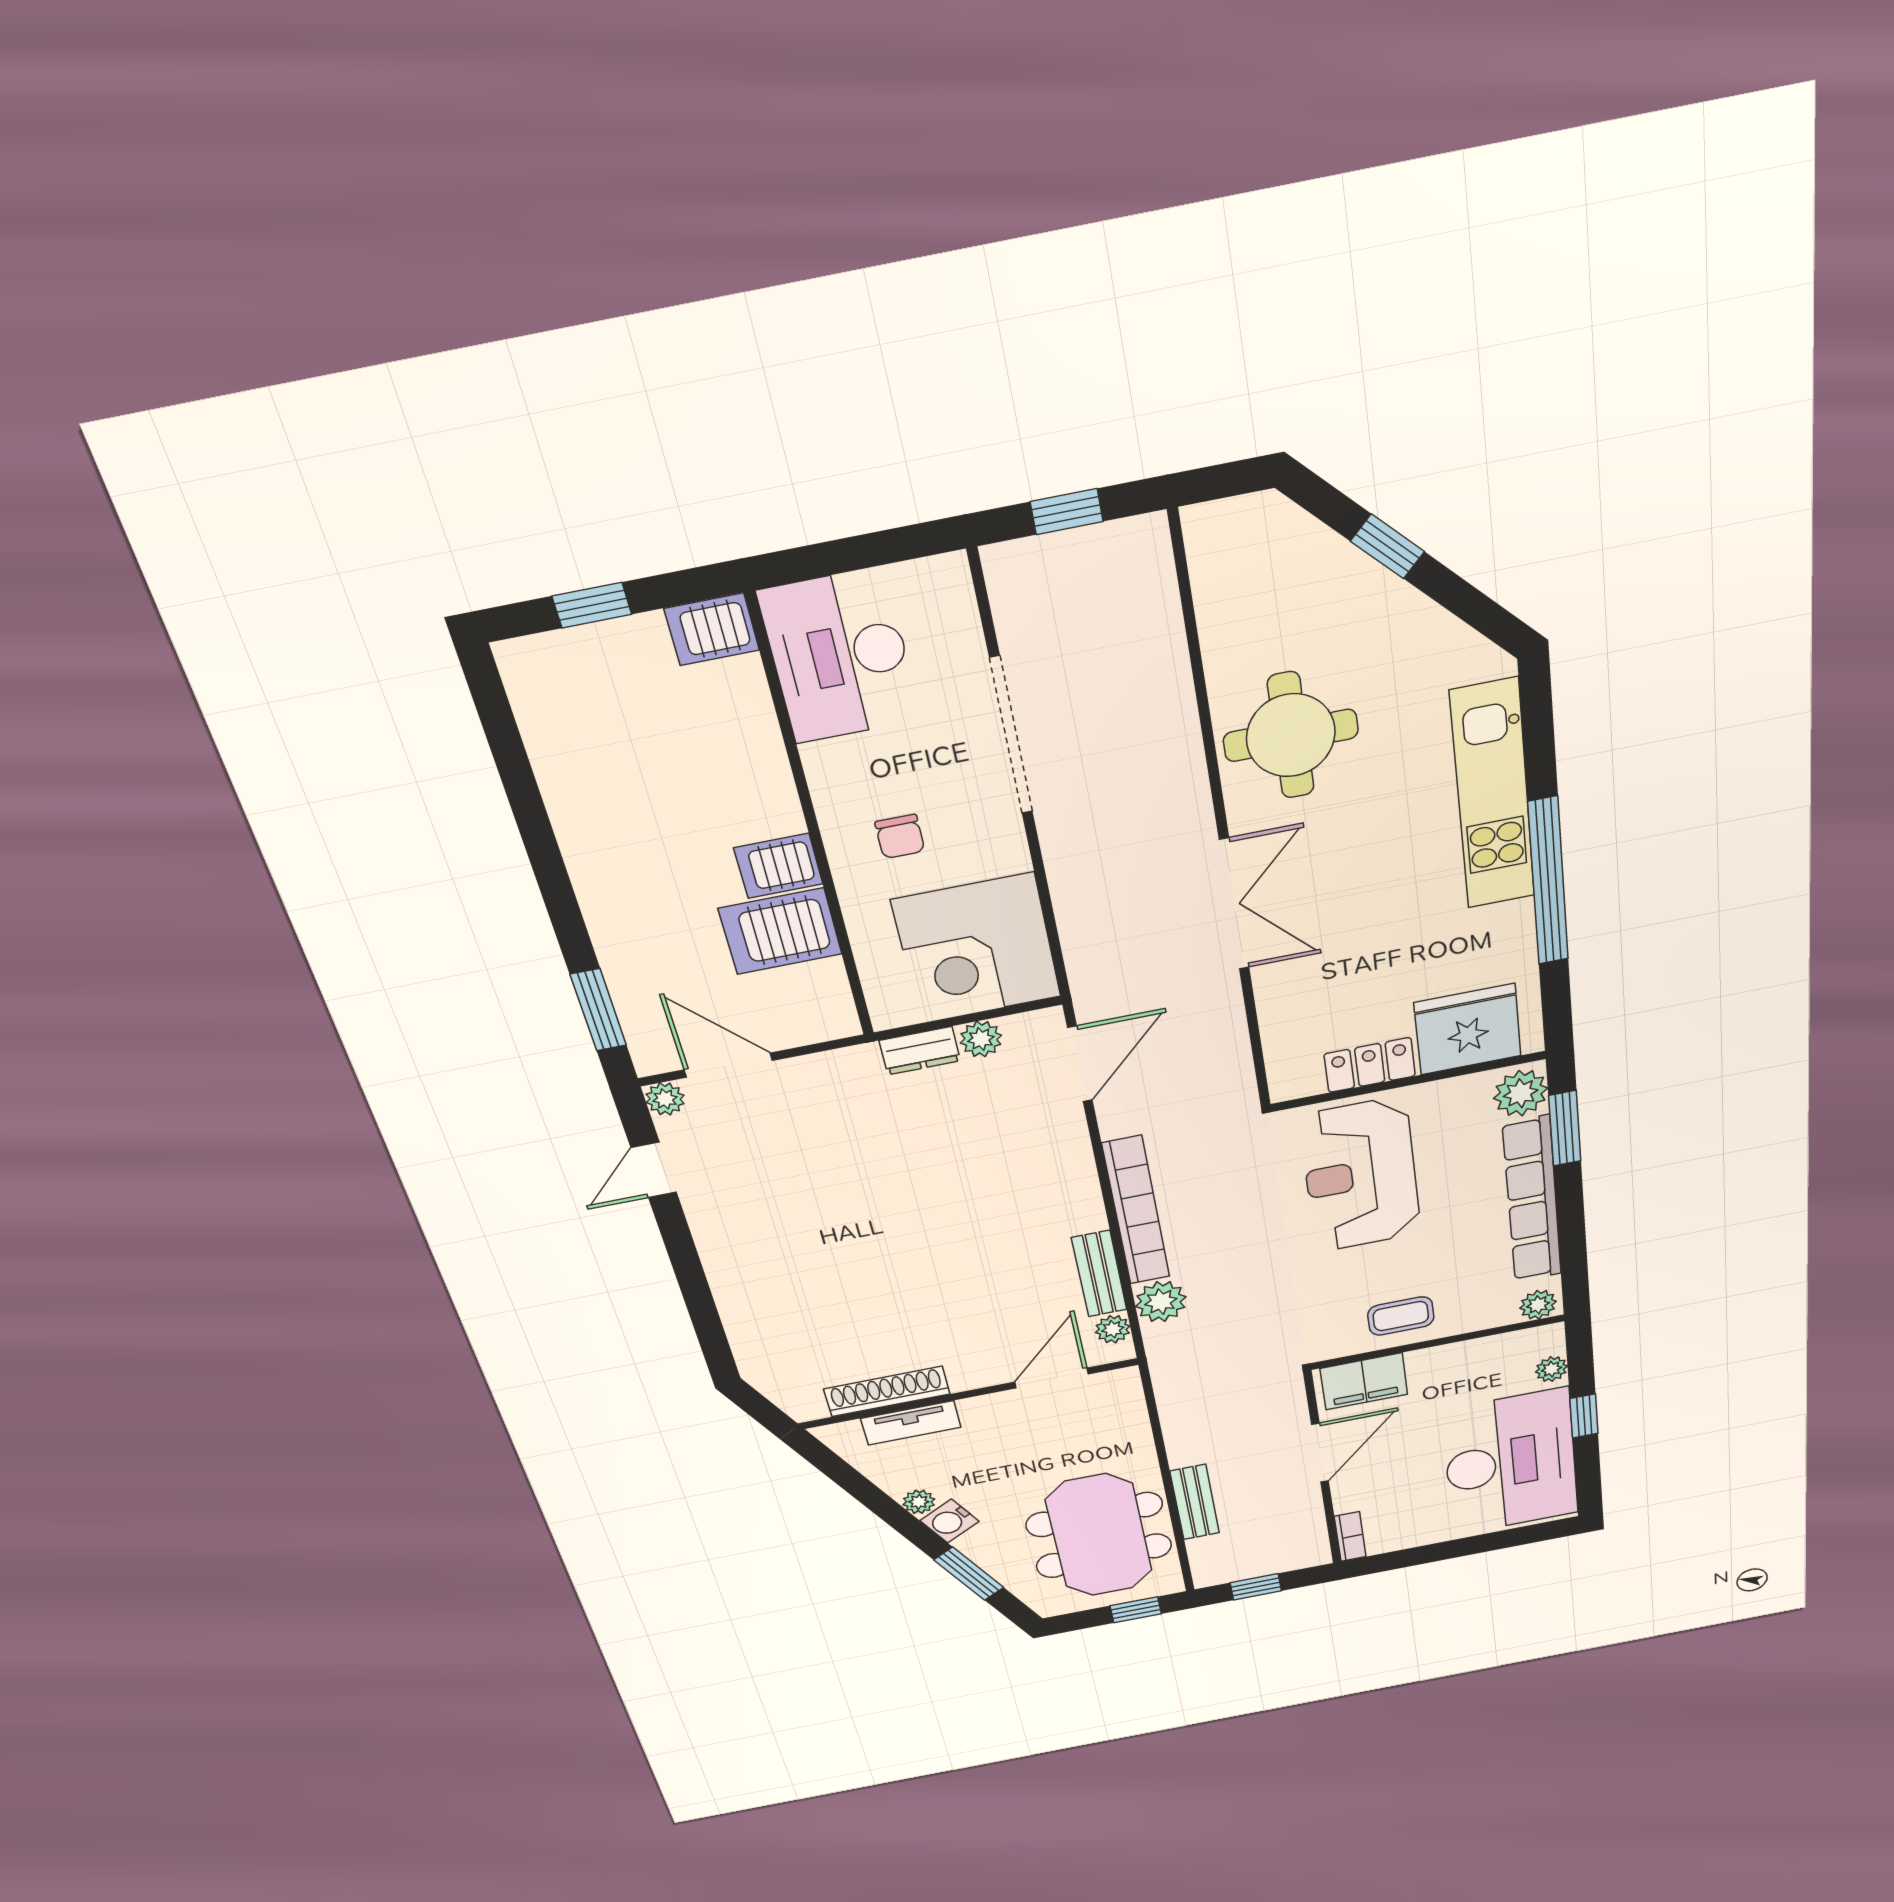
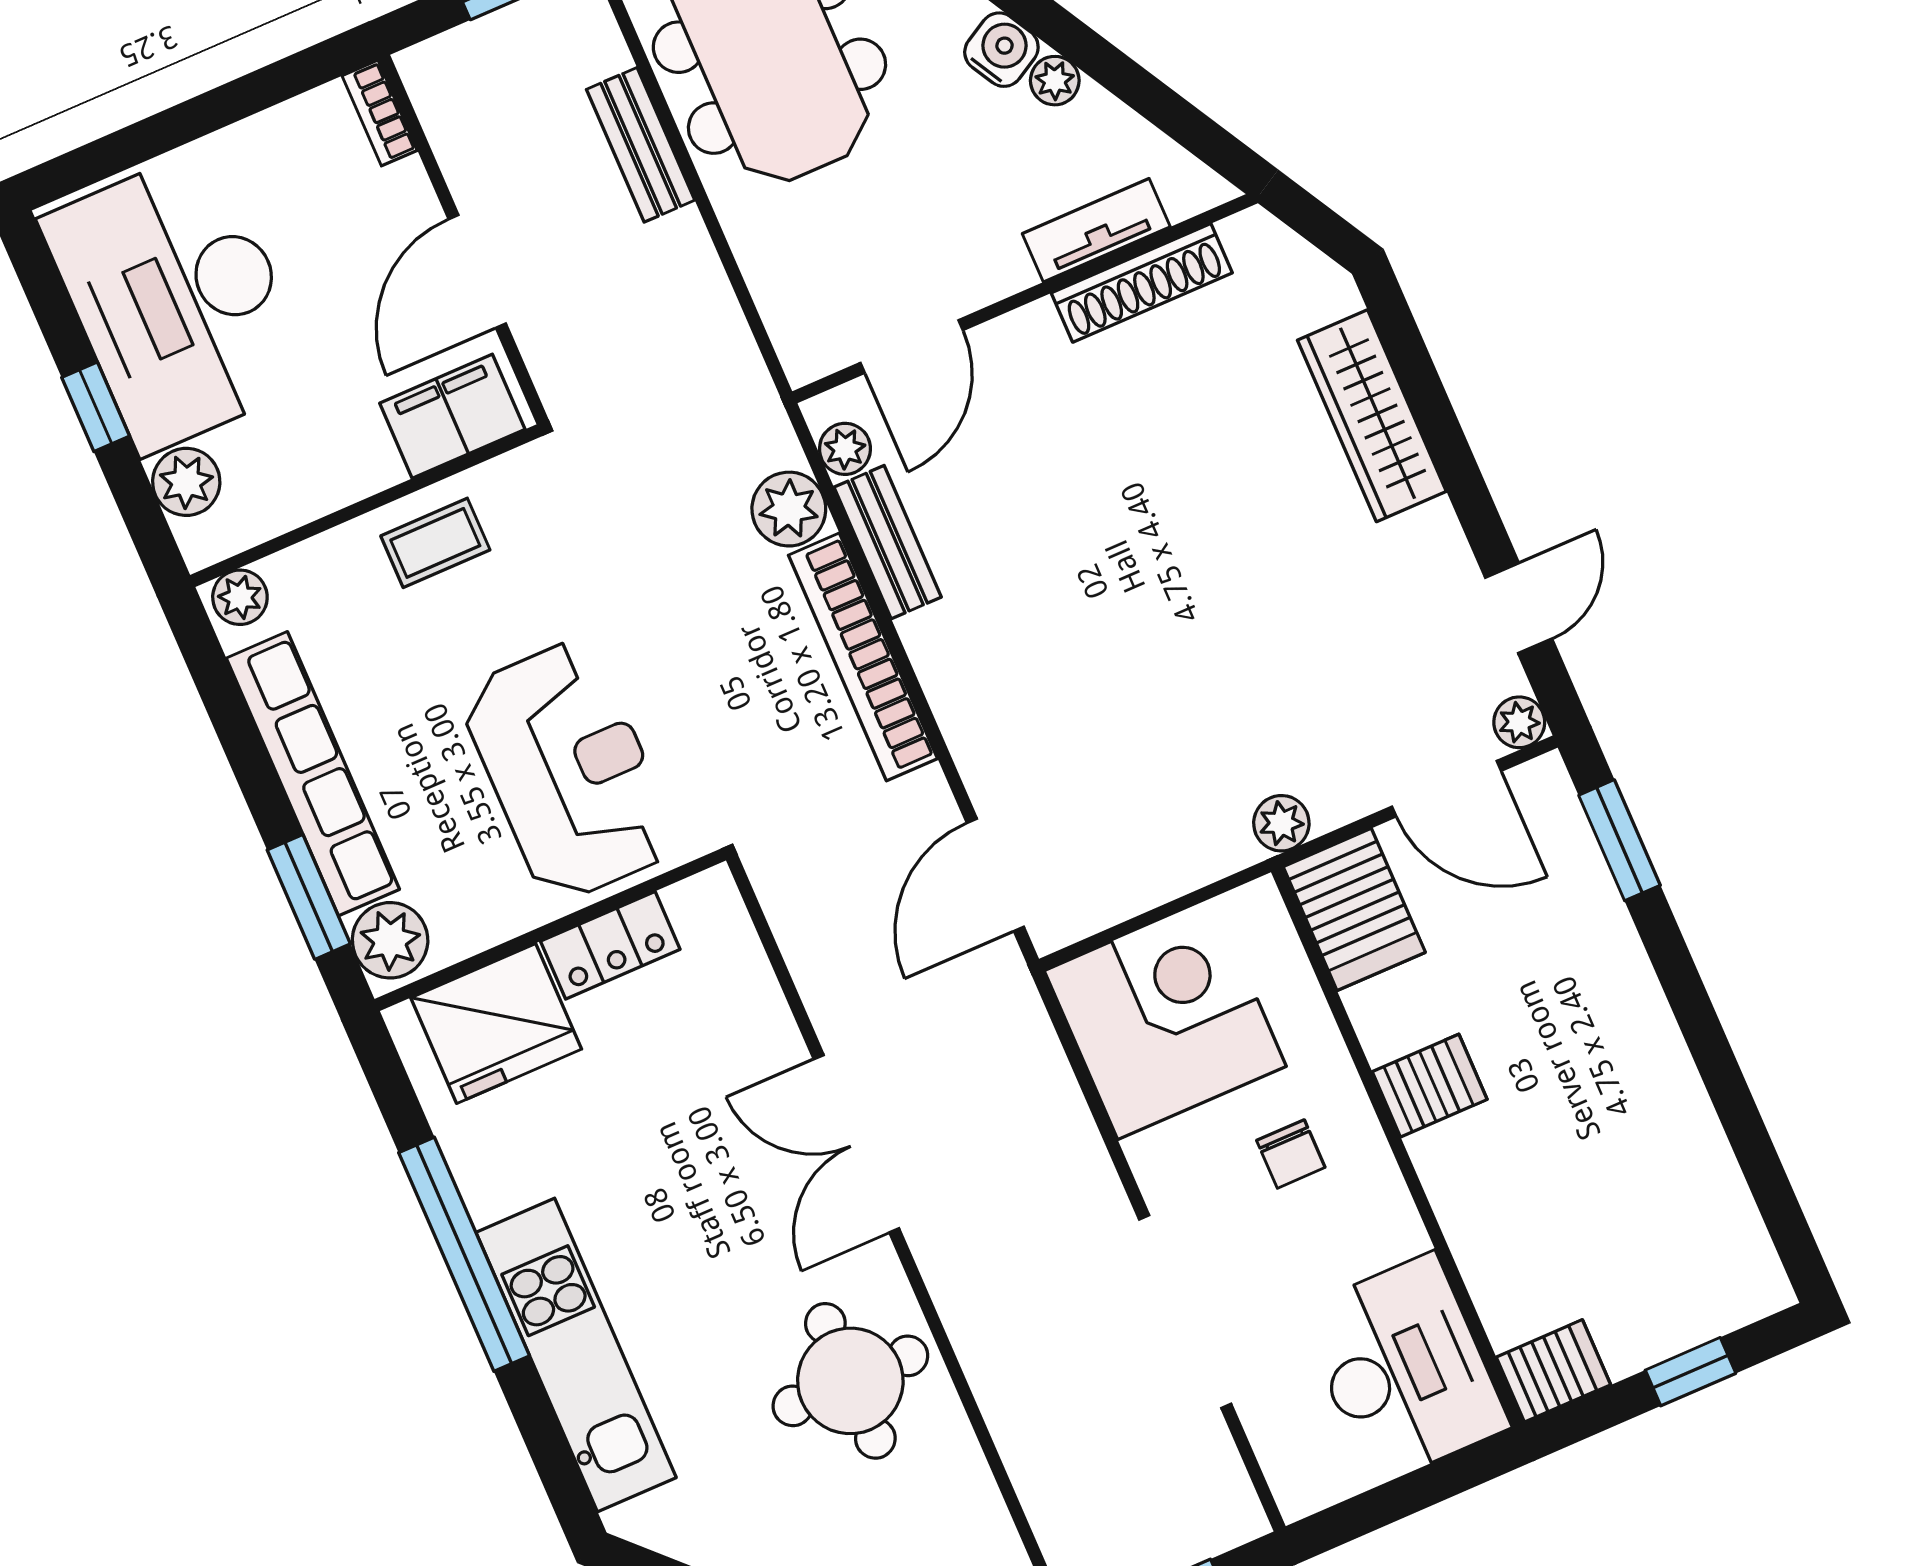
chair: (900, 837) -> (1291, 1154), turned 180
server rack: (780, 931) -> (1354, 910), moved, turned 90
plant: (981, 1039) -> (1281, 823), moved
dresser: (920, 1051) -> (1207, 856), removed
wardrobe: (742, 1298) -> (1372, 416), added
plant: (1551, 1369) -> (186, 482), width x1.38, depth x1.38

